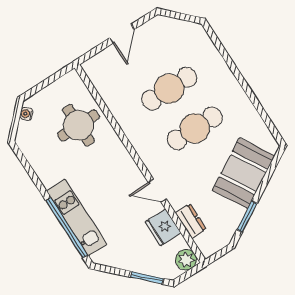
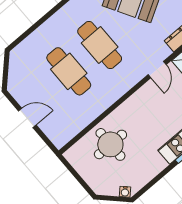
water cooler: (26, 114) -> (125, 192), moved

